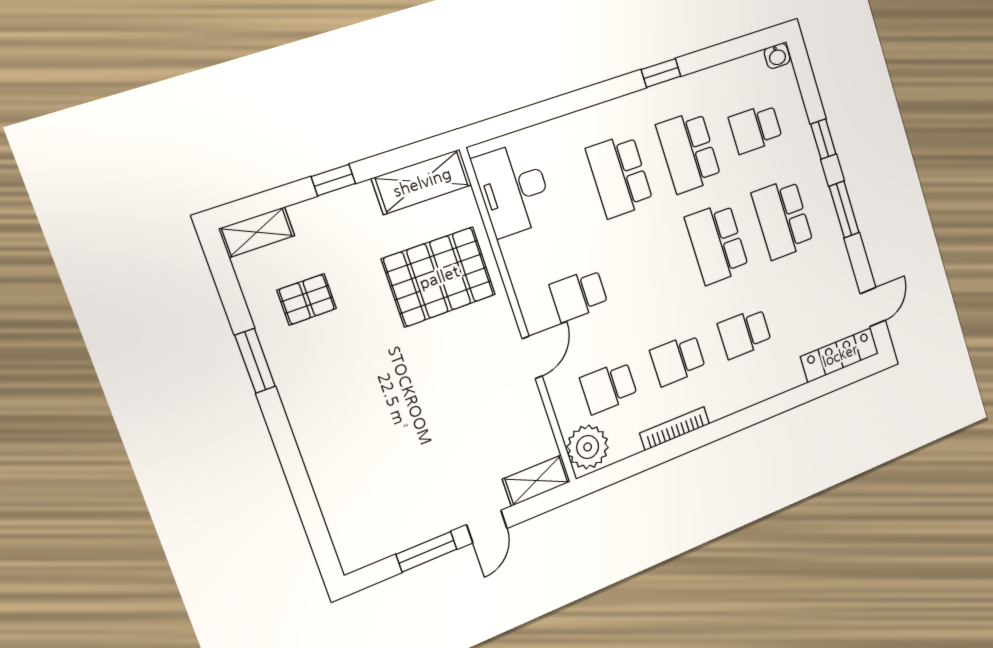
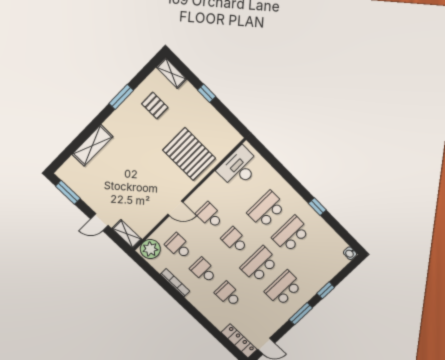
school desk: (756, 129) -> (235, 240), moved
shelving: (422, 182) -> (92, 145), moved, turned 90
window: (426, 552) -> (68, 192), moved

